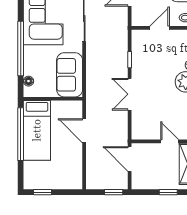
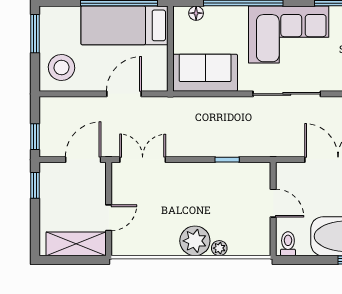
double door: (130, 94) -> (143, 160), moved
stool: (66, 174) -> (62, 67), added
window: (43, 192) -> (35, 34), width x1.50
window: (168, 192) -> (35, 185), moved

